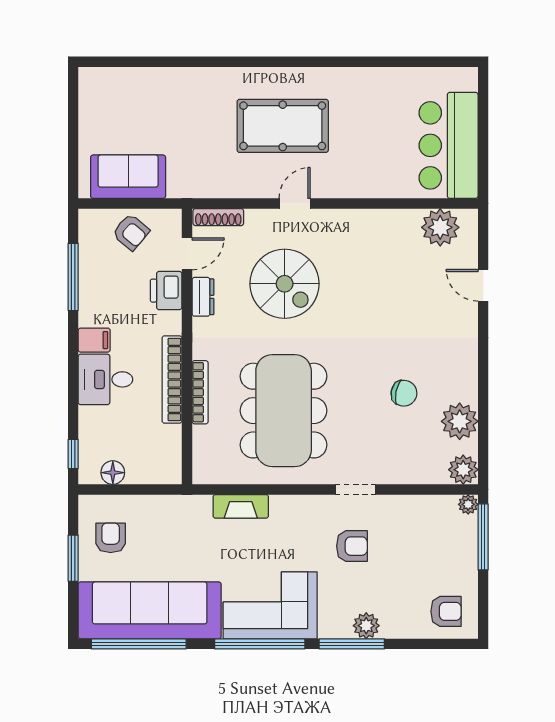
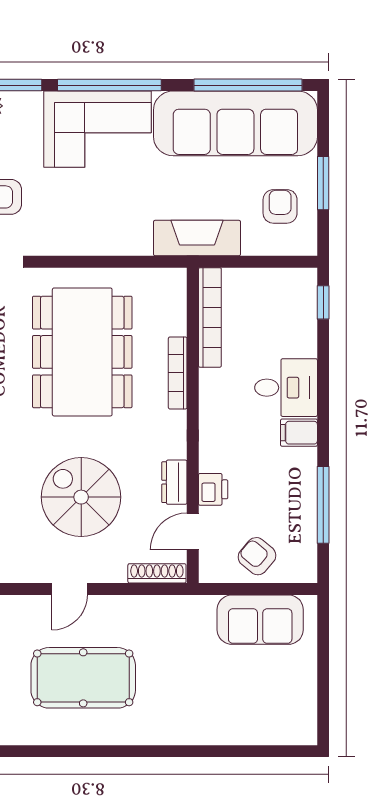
printer: (166, 291) -> (213, 489), width x0.73, depth x0.81
bookcase: (172, 379) -> (210, 317), moved
floor lamp: (113, 473) -> (278, 281), removed
fireplace: (241, 506) -> (197, 238), moved, width x1.37, depth x1.32
armchair: (111, 538) -> (280, 206), turned 180

